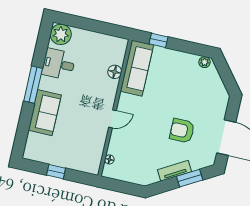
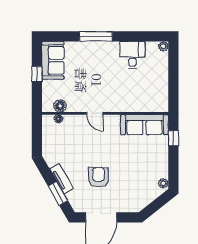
plant: (61, 34) -> (163, 46), width x0.53, depth x0.53
floor lamp: (115, 72) -> (60, 106), moved
window: (33, 85) -> (96, 36), moved
sofa: (45, 113) -> (53, 60), moved, turned -90

